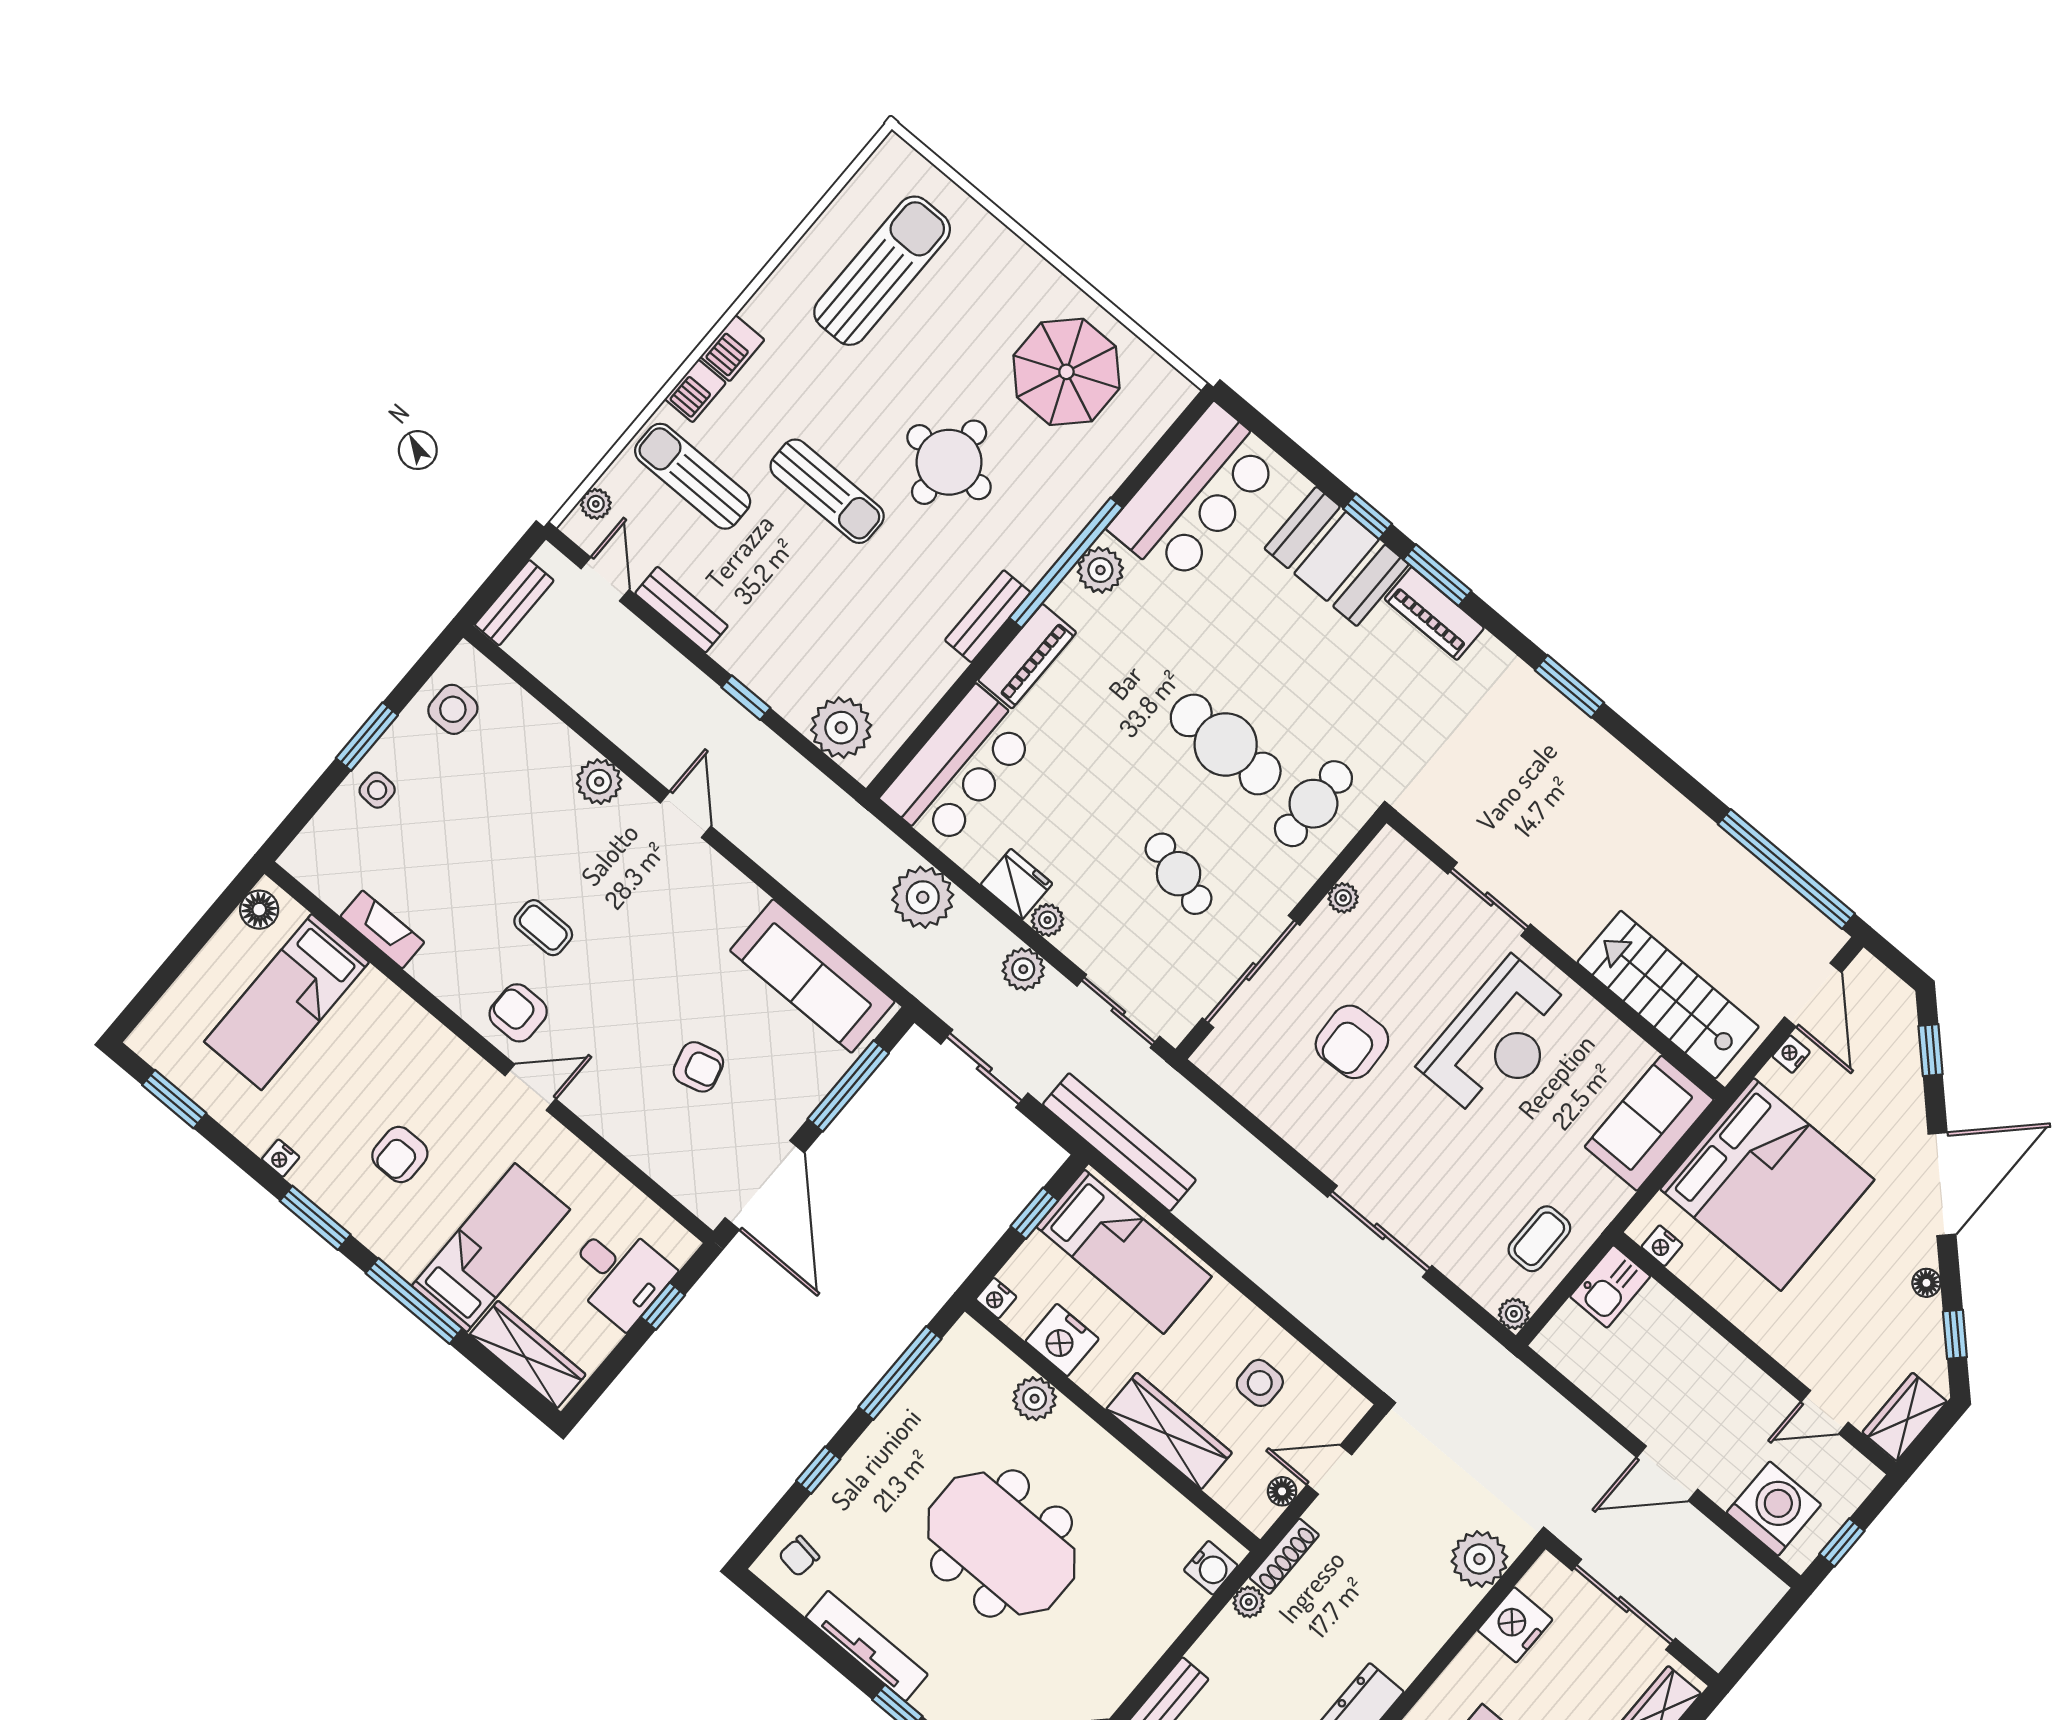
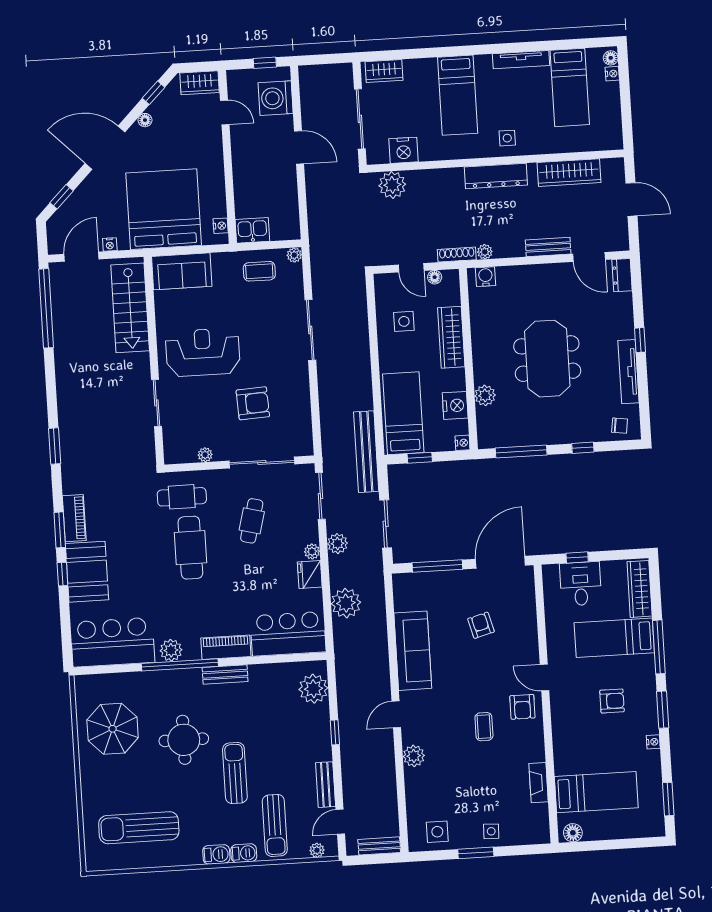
sofa: (812, 976) -> (413, 651), moved

